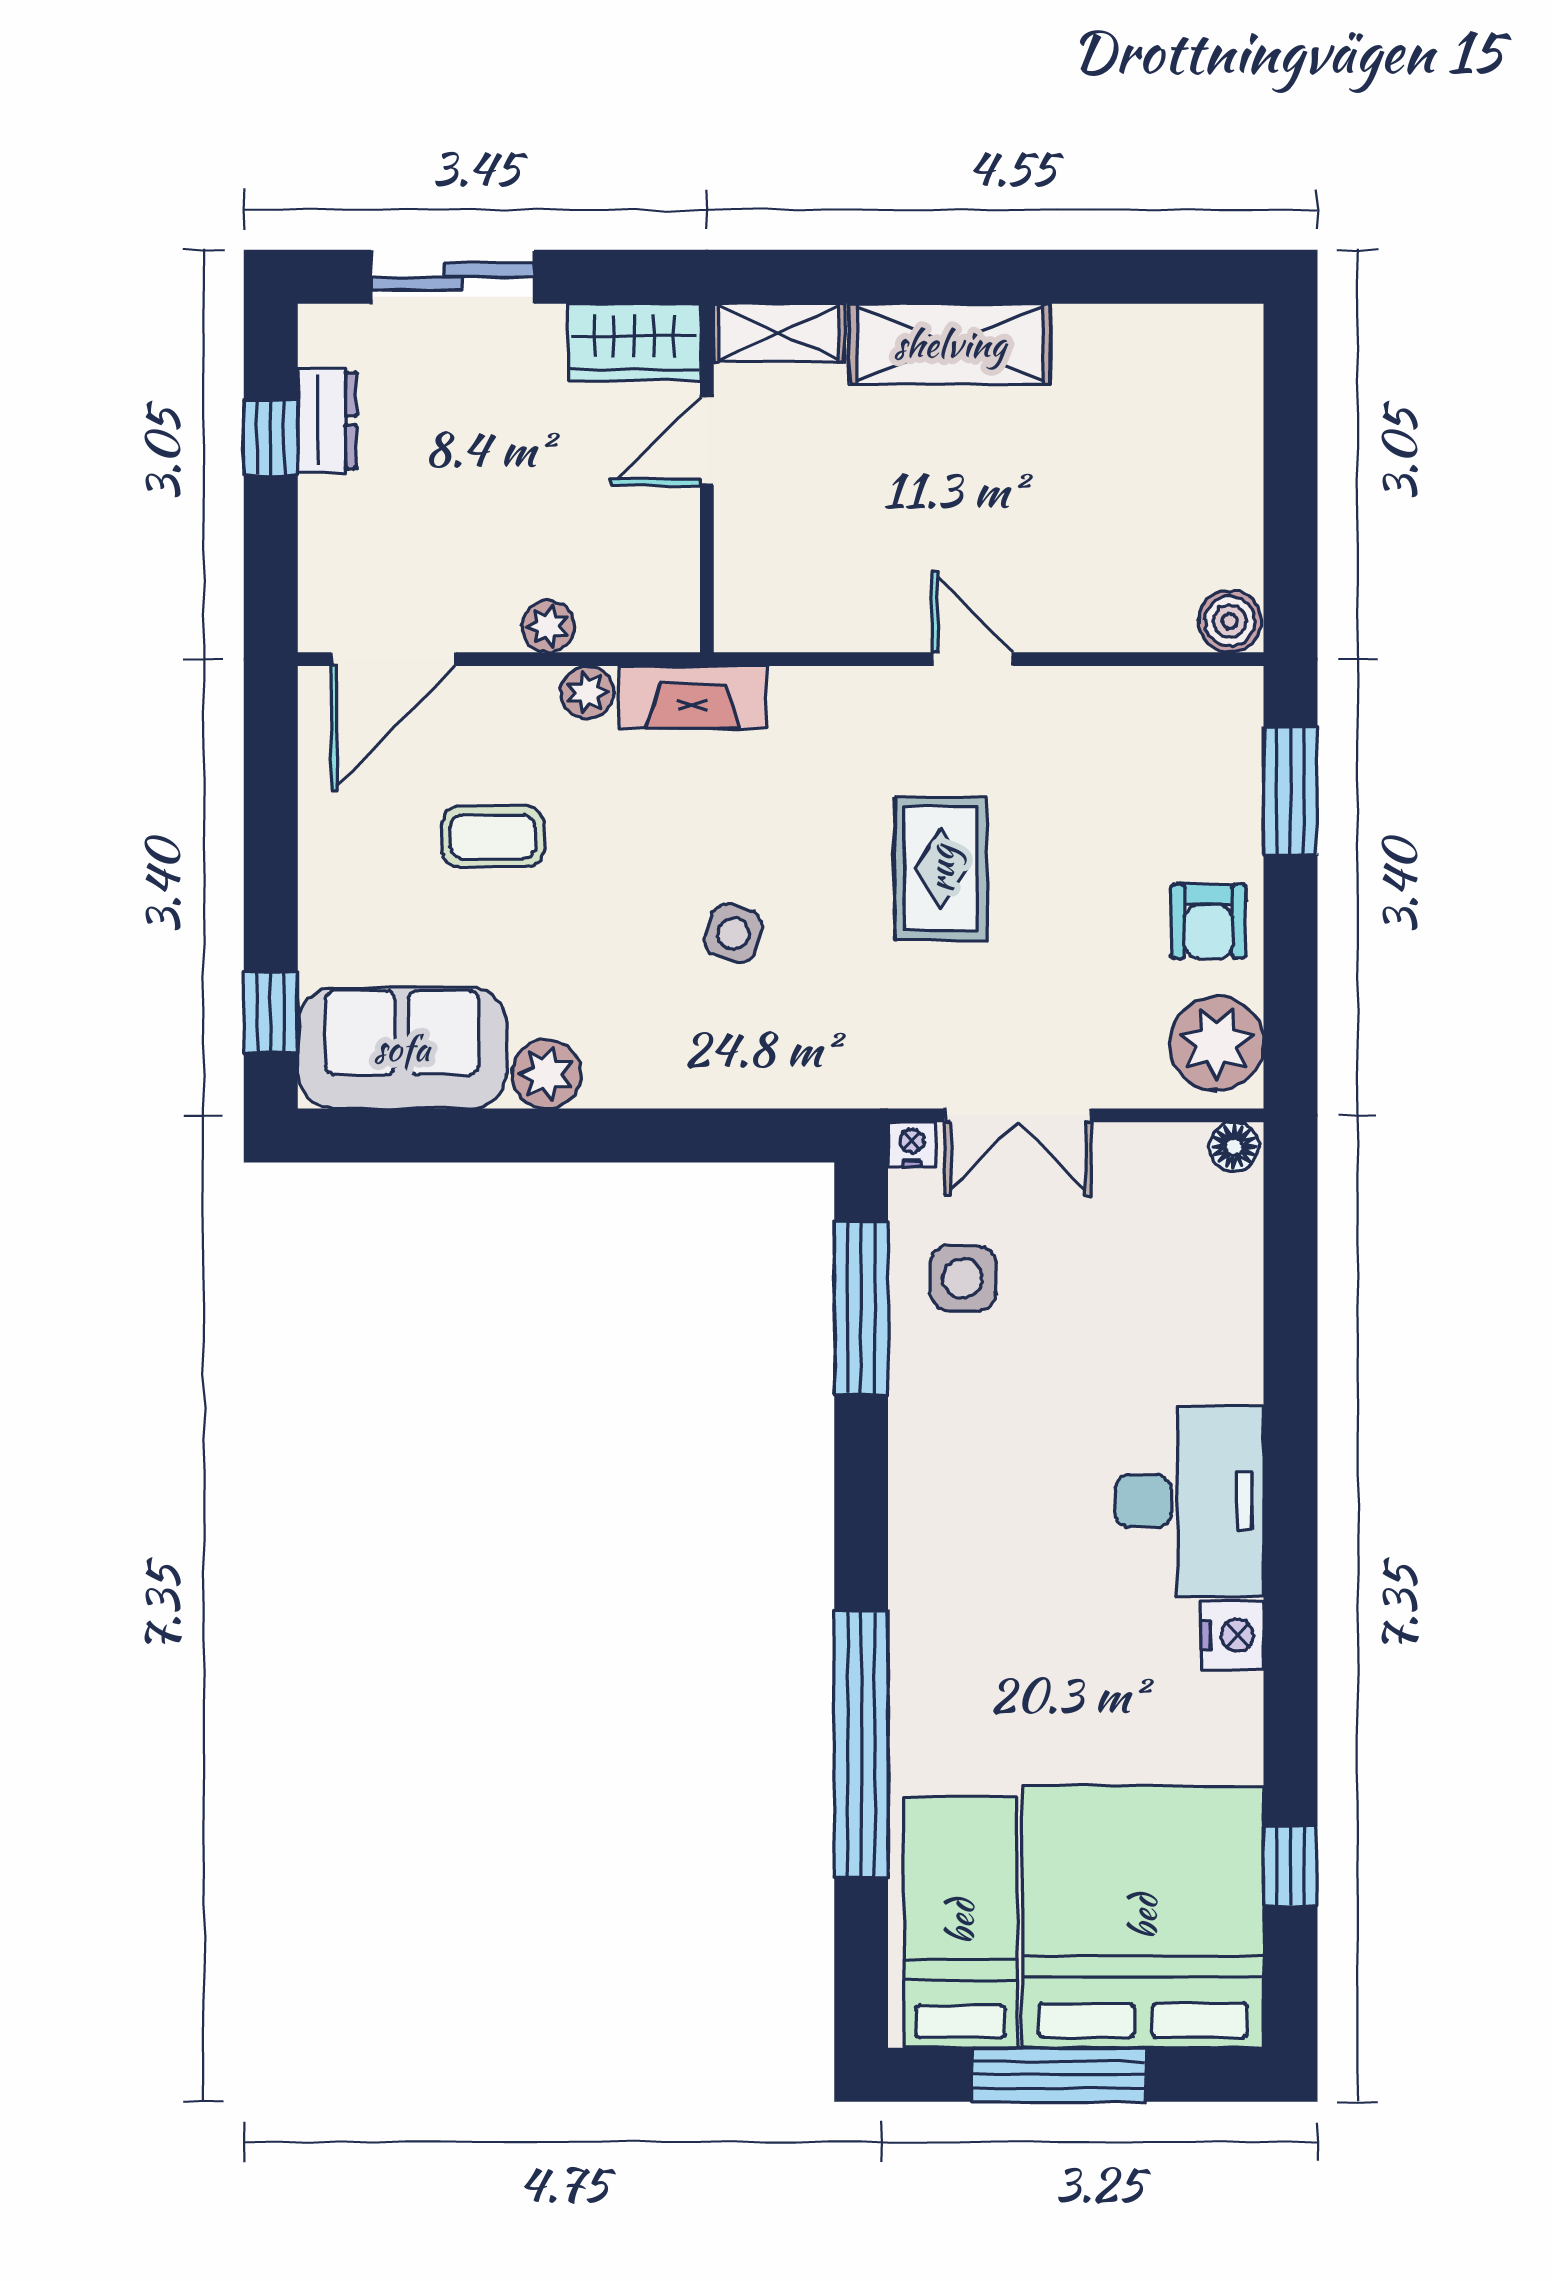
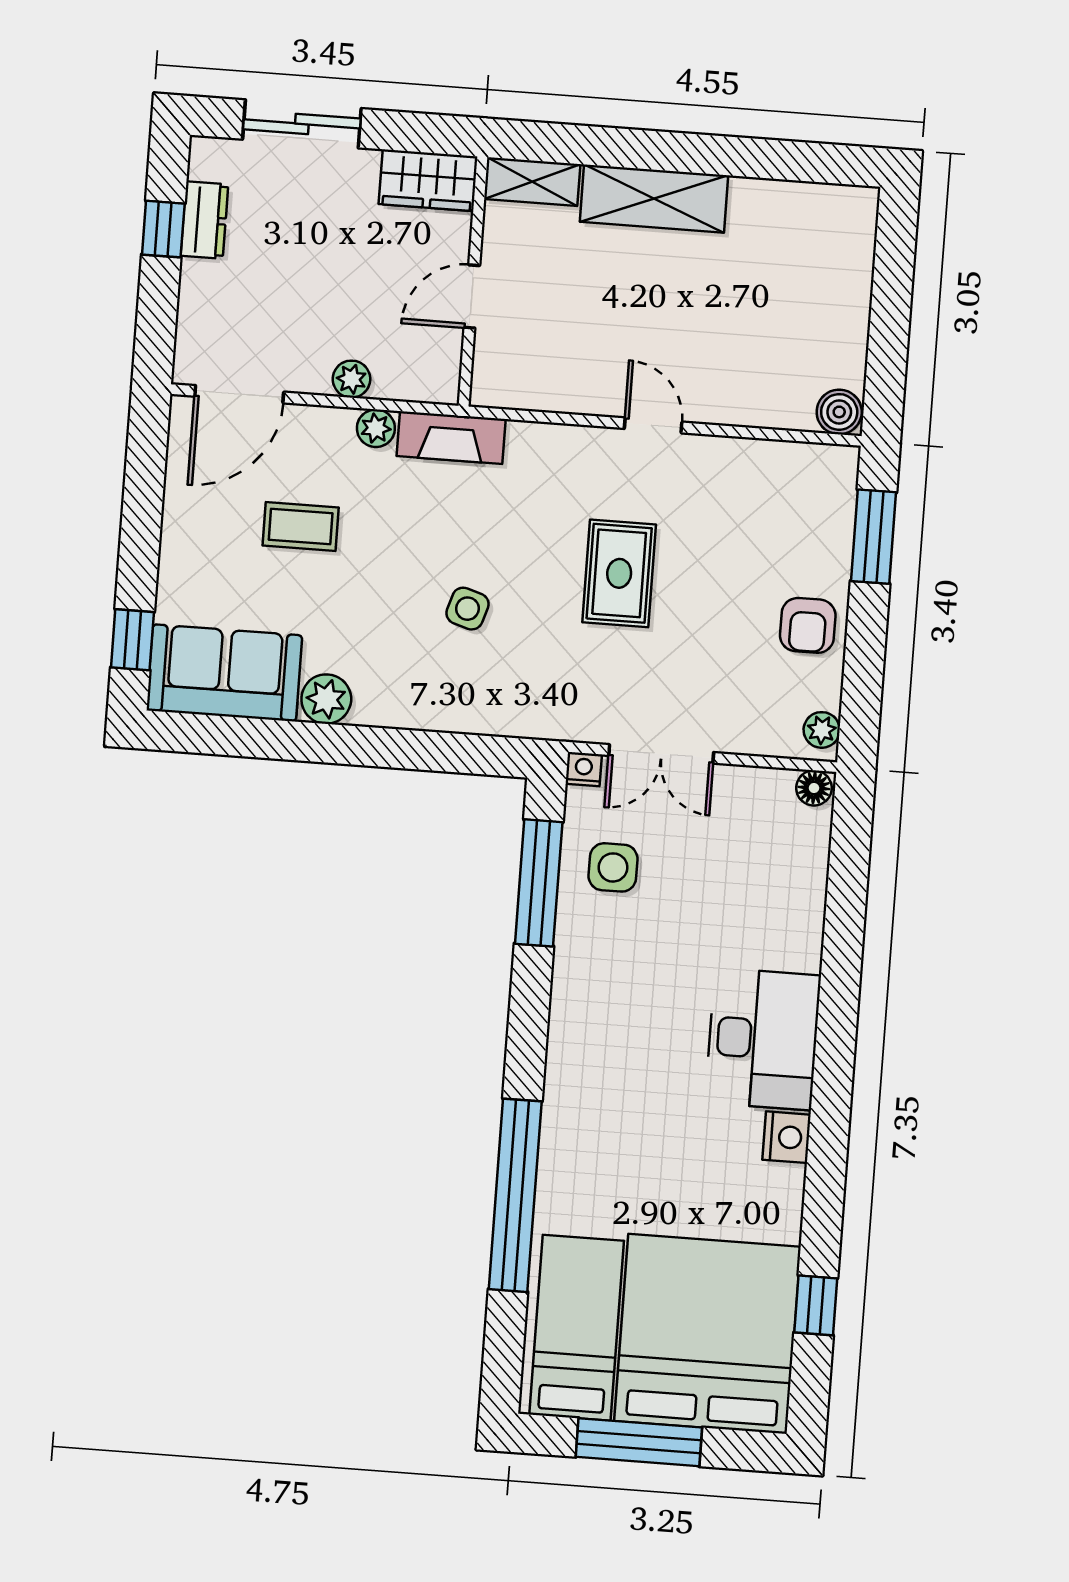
door: (707, 441) -> (472, 296), moved
plant: (1217, 1043) -> (822, 730), width x0.53, depth x0.53

